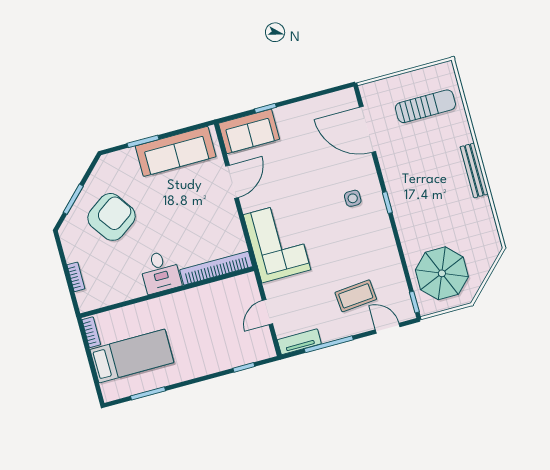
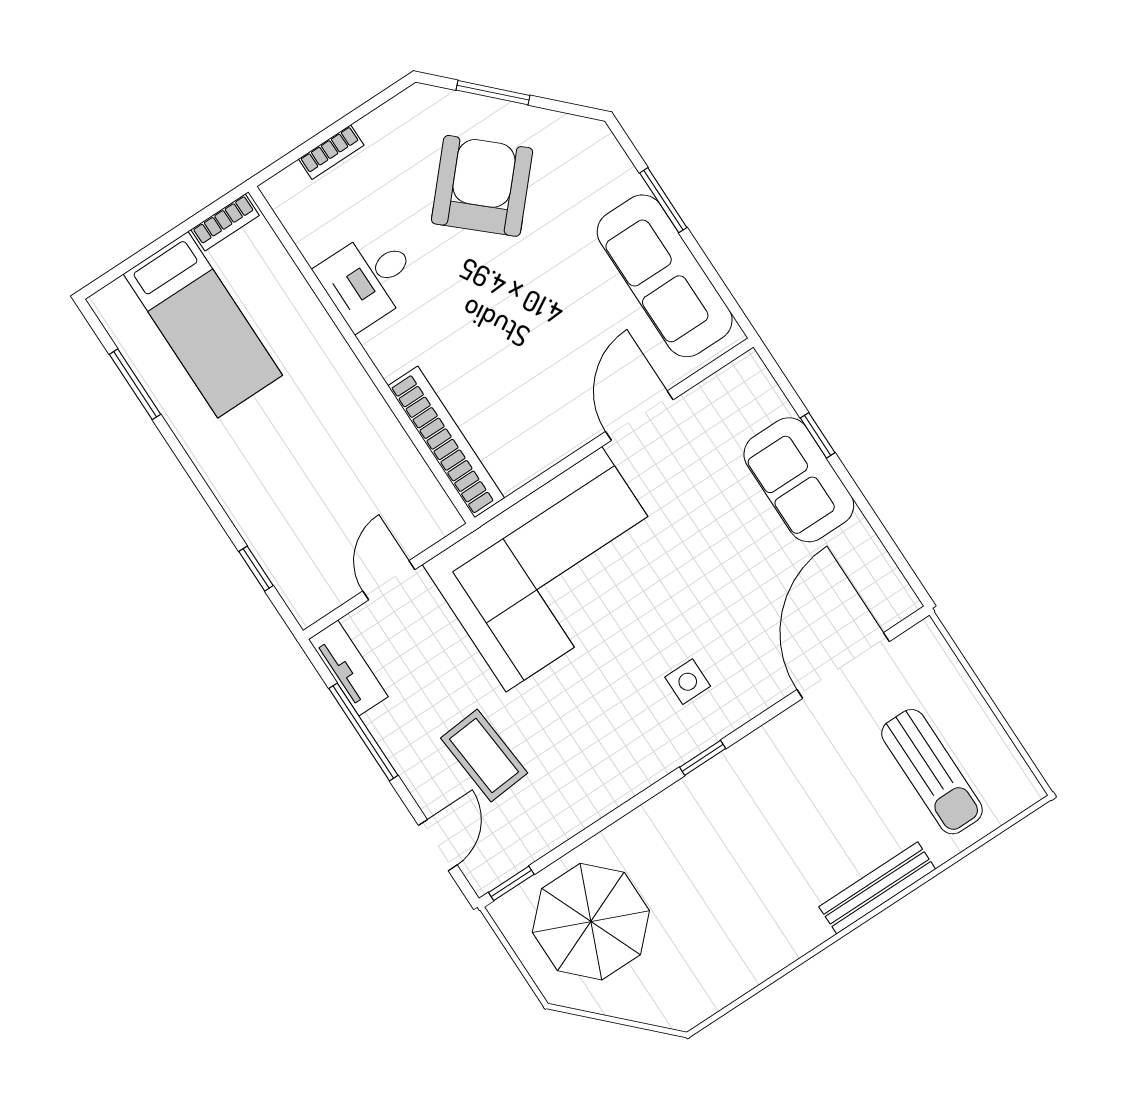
sofa: (249, 131) -> (799, 480), moved
bench: (474, 170) -> (877, 888), moved
door: (232, 182) -> (639, 416), swing flipped
armchair: (112, 217) -> (482, 186), turned -103
corner sofa: (277, 242) -> (554, 569), width x1.36, depth x1.36
desk: (160, 272) -> (369, 279), moved
door: (267, 312) -> (389, 580), hinge flipped

